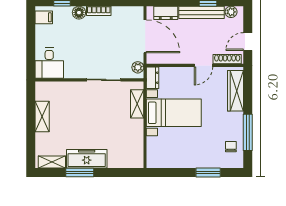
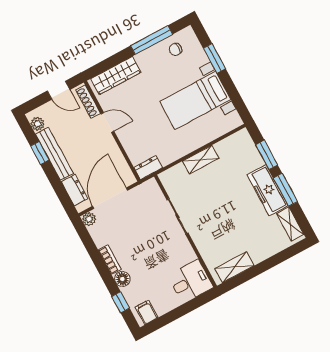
plant: (138, 67) -> (89, 219), moved
shelving: (137, 104) -> (201, 160), moved
bed with nightstands: (174, 113) -> (195, 100), moved, turned -90
shelving: (42, 116) -> (234, 267), moved
window: (114, 172) -> (267, 155), added

